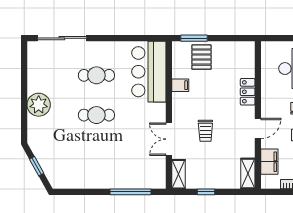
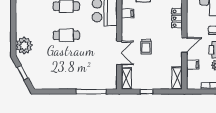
plant: (39, 105) -> (24, 45), moved
double door: (169, 139) -> (119, 53), swing flipped
filing cabinet: (269, 162) -> (193, 65), width x0.50

